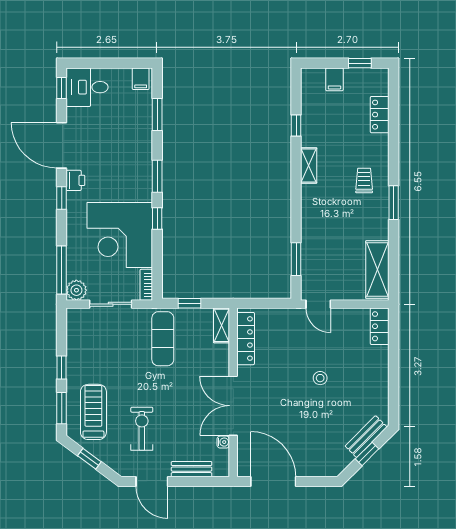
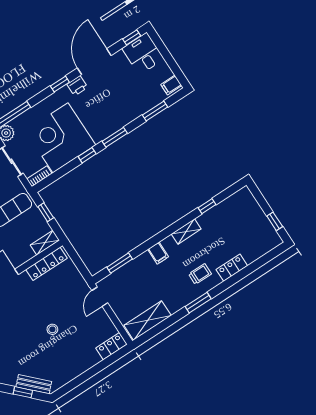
filing cabinet: (334, 79) -> (158, 253), moved, turned -90
locker: (380, 115) -> (232, 268), moved

